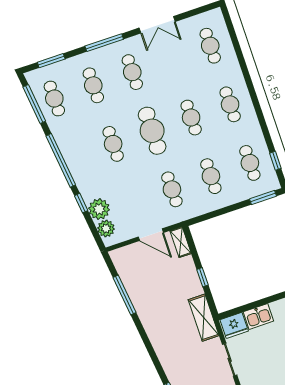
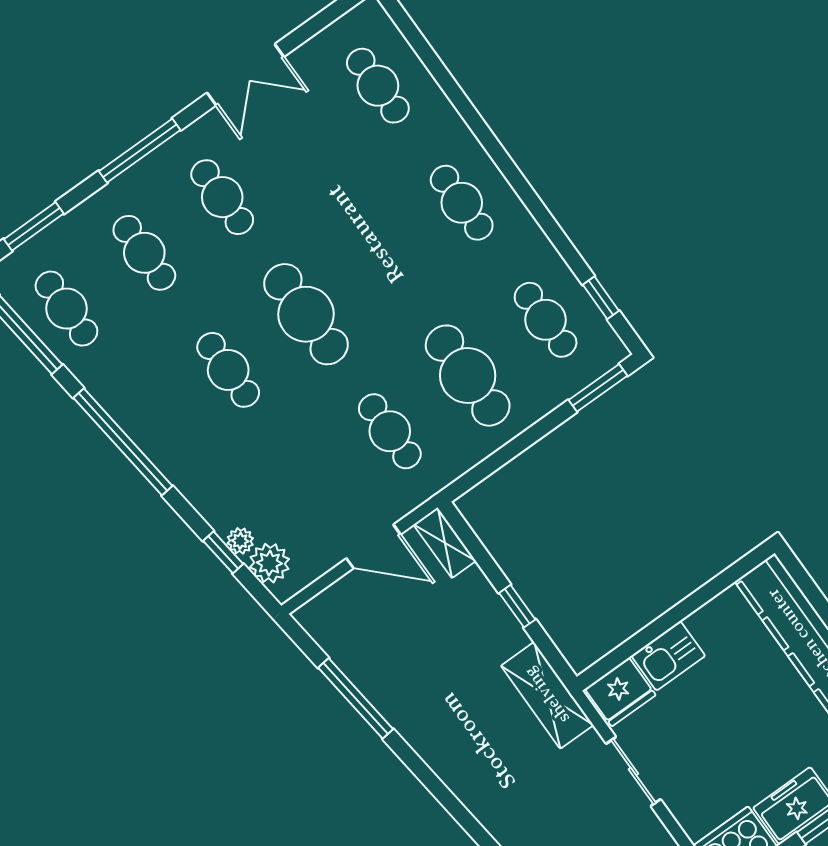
cafe table: (191, 118) -> (384, 258), removed
cafe table: (211, 176) -> (468, 376), width x1.37, depth x1.35
window: (81, 203) -> (223, 552), moved
plant: (99, 209) -> (240, 541), width x0.53, depth x0.53

